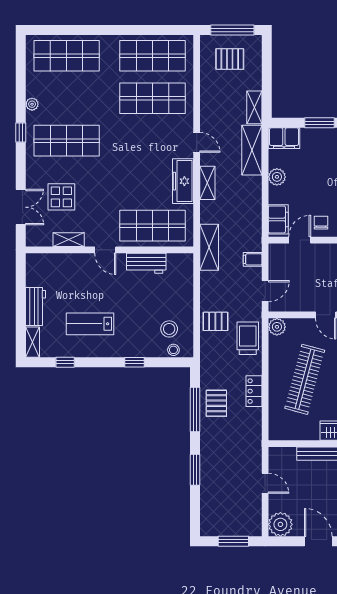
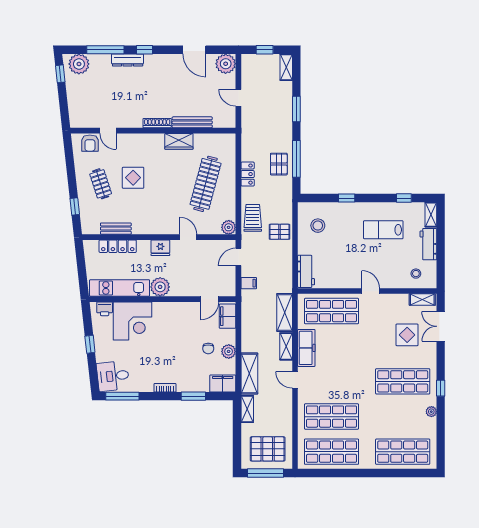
pallet: (230, 59) -> (268, 449), width x1.50, depth x1.42
chair: (321, 223) -> (208, 348), moved
shelving: (69, 240) -> (422, 300), moved
shelving: (209, 247) -> (285, 312), moved
workbench: (146, 263) -> (306, 271), moved, turned 90
lab bench: (90, 324) -> (383, 230), turned 180
trolley: (248, 338) -> (253, 218), turned 180
stool: (173, 350) -> (416, 274), moved
shelving: (207, 520) -> (286, 67), added
window: (233, 541) -> (265, 50), width x0.67

